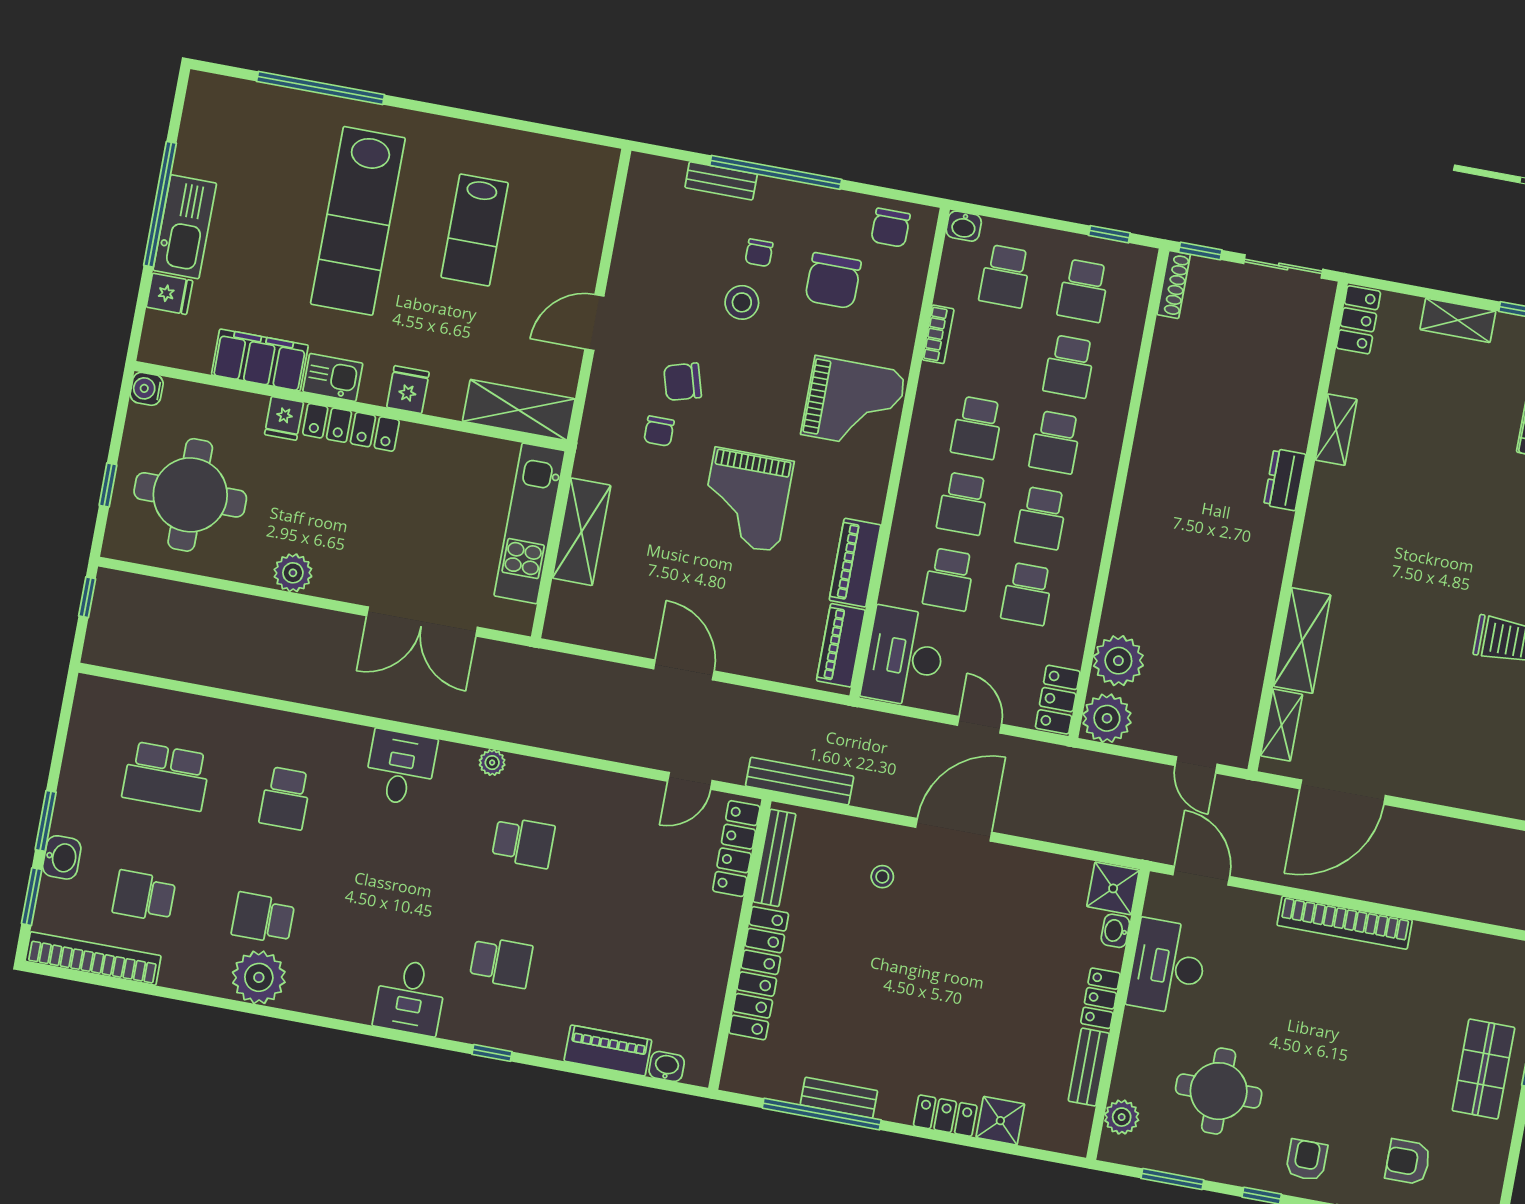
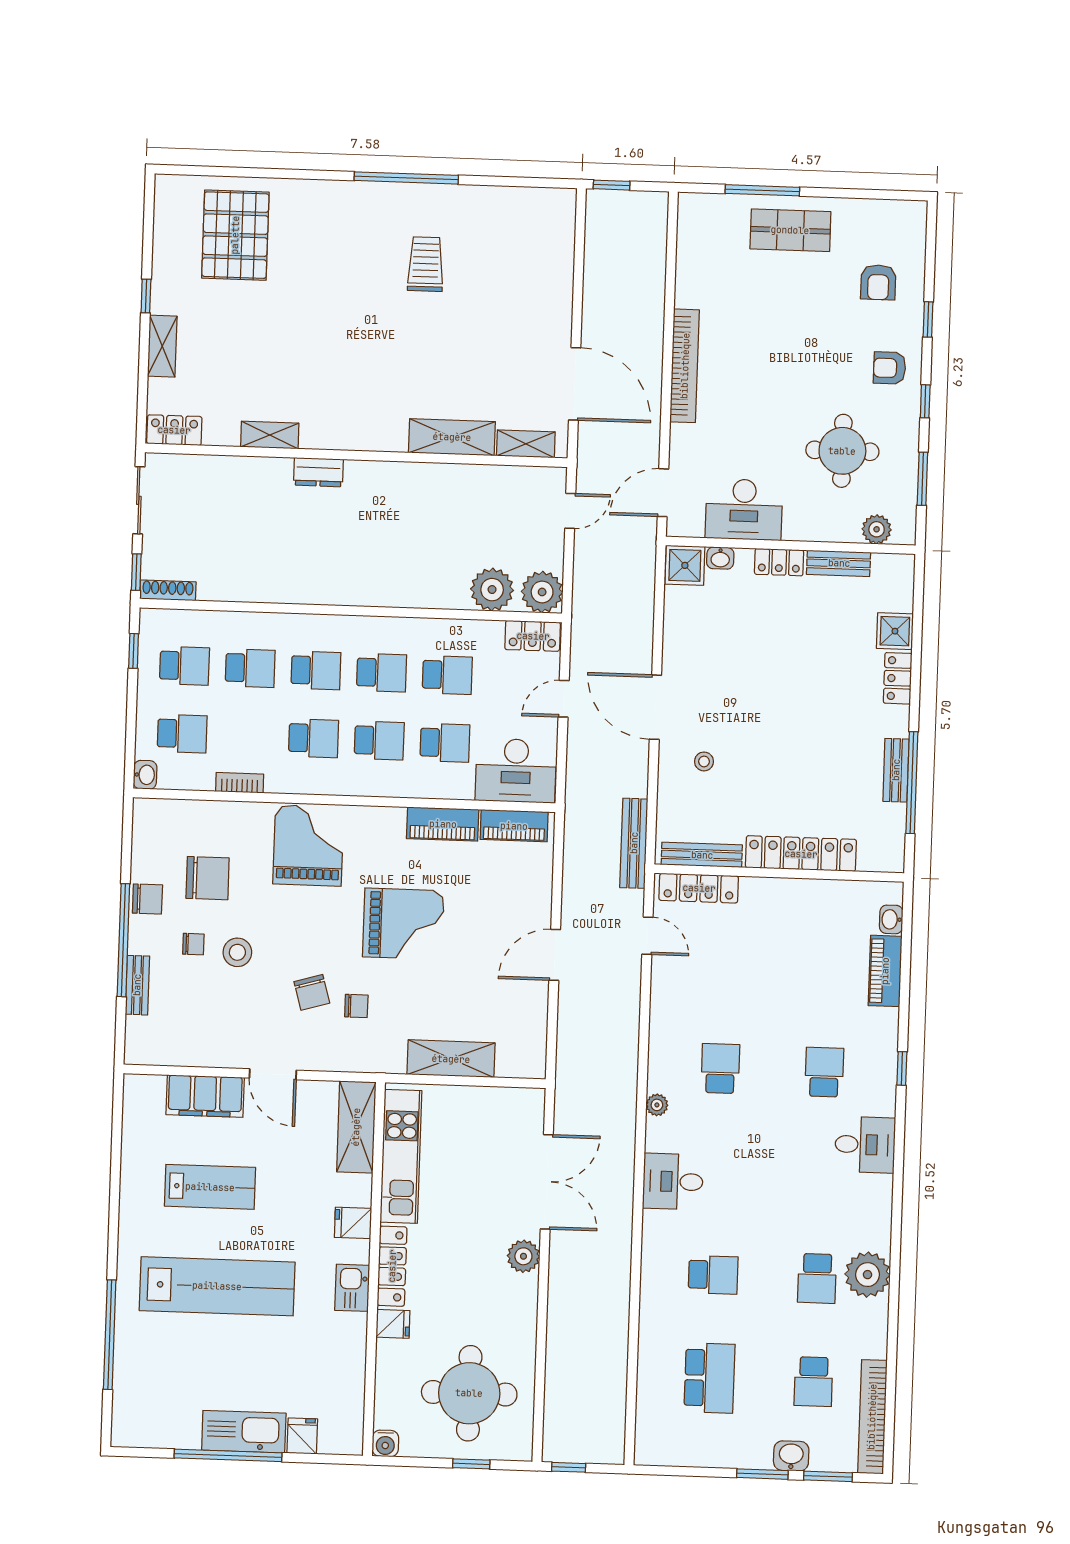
chair: (891, 228) -> (147, 899), moved
filing cabinet: (260, 360) -> (205, 1096), moved, turned -90
kitchen unit: (530, 523) -> (401, 1156), moved, turned -90
plant: (293, 573) -> (523, 1256), moved

